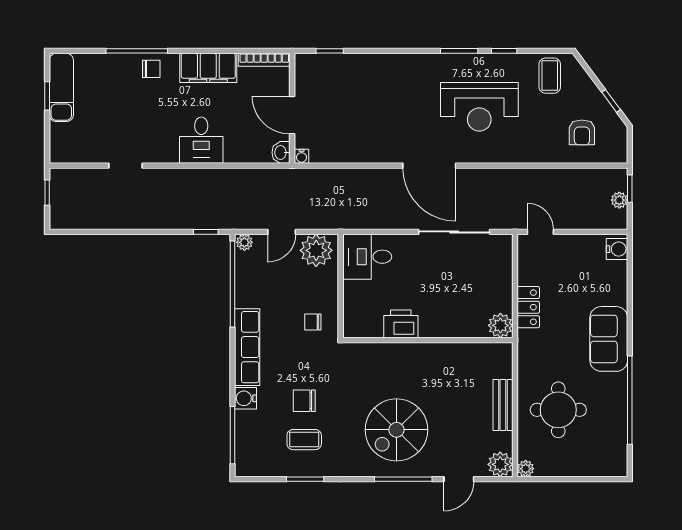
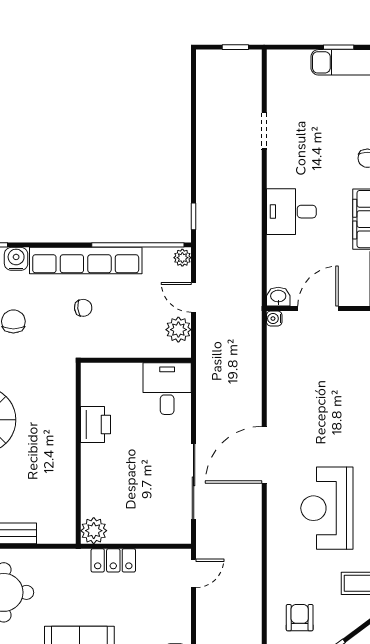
armchair: (582, 132) -> (300, 618), turned 90
plant: (316, 250) -> (178, 330), width x0.73, depth x0.73
chair: (313, 322) -> (83, 308), moved, turned 84
row of seats: (247, 347) -> (86, 261), width x1.36

